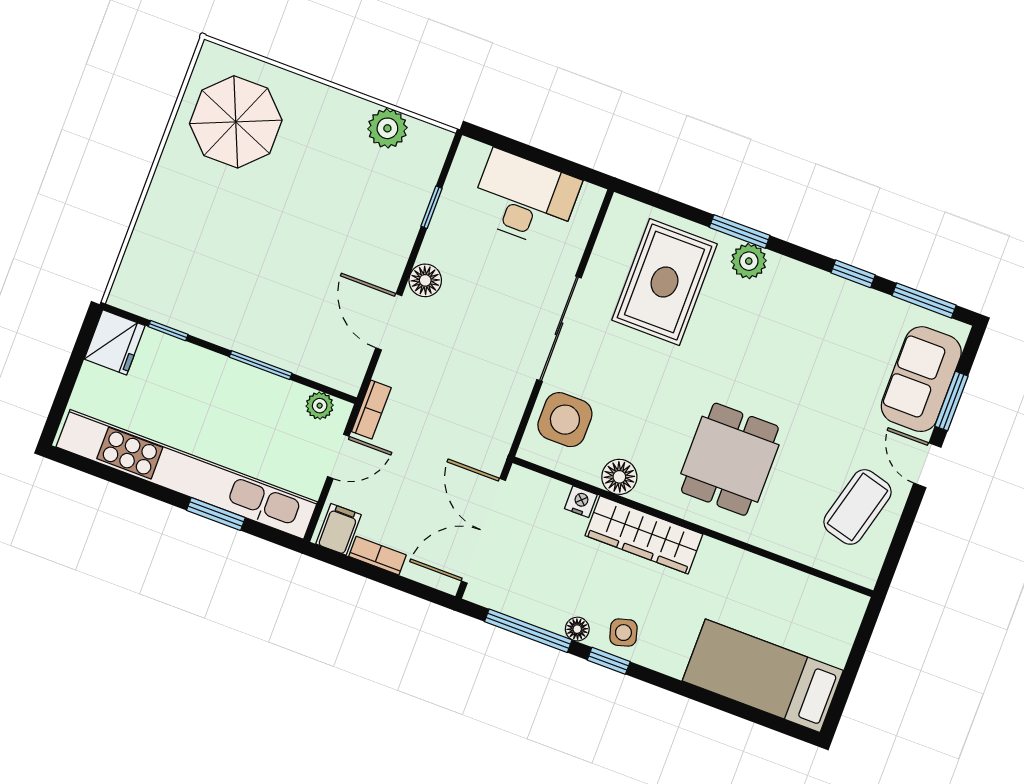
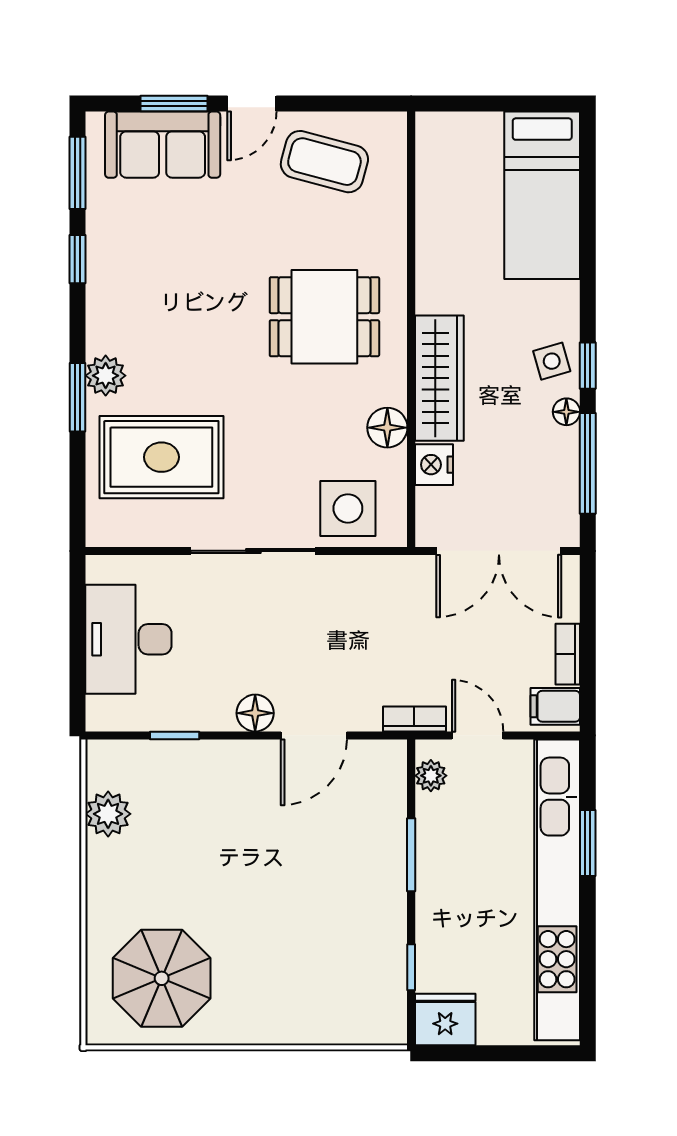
nightstand: (581, 502) -> (434, 465), width x1.39, depth x1.35

